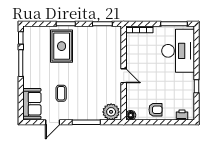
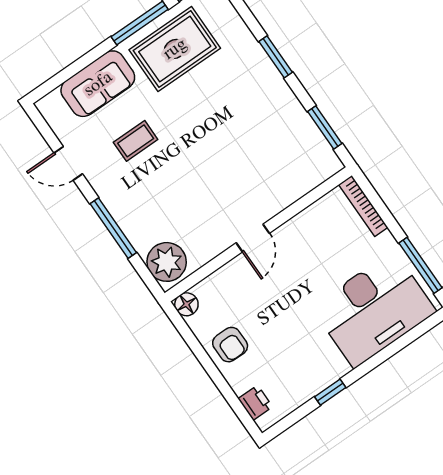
rug: (62, 46) -> (175, 49), moved
sofa: (32, 104) -> (98, 84), moved

